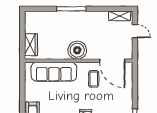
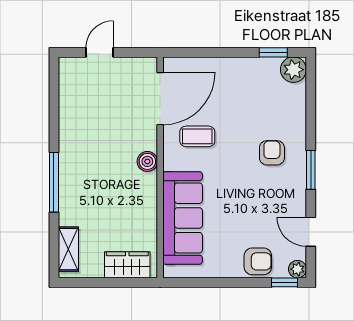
shelving: (120, 16) -> (68, 249), moved
boiler: (77, 50) -> (147, 161), width x0.54, depth x0.54

